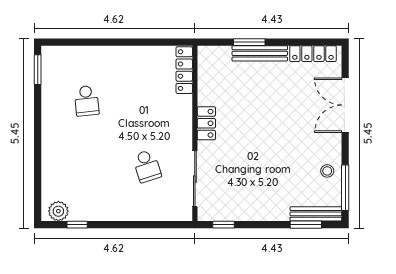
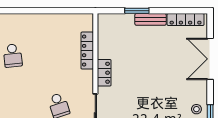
bench: (260, 53) -> (151, 19), width x0.73
locker: (184, 70) -> (87, 51), moved

